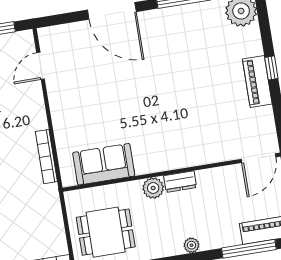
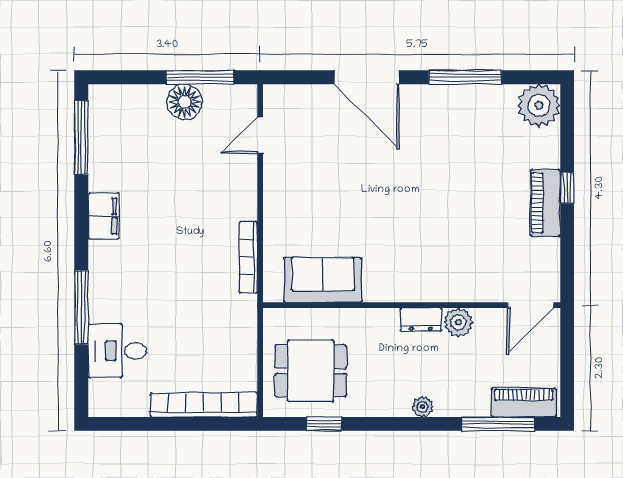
plant: (153, 188) -> (458, 322), moved

